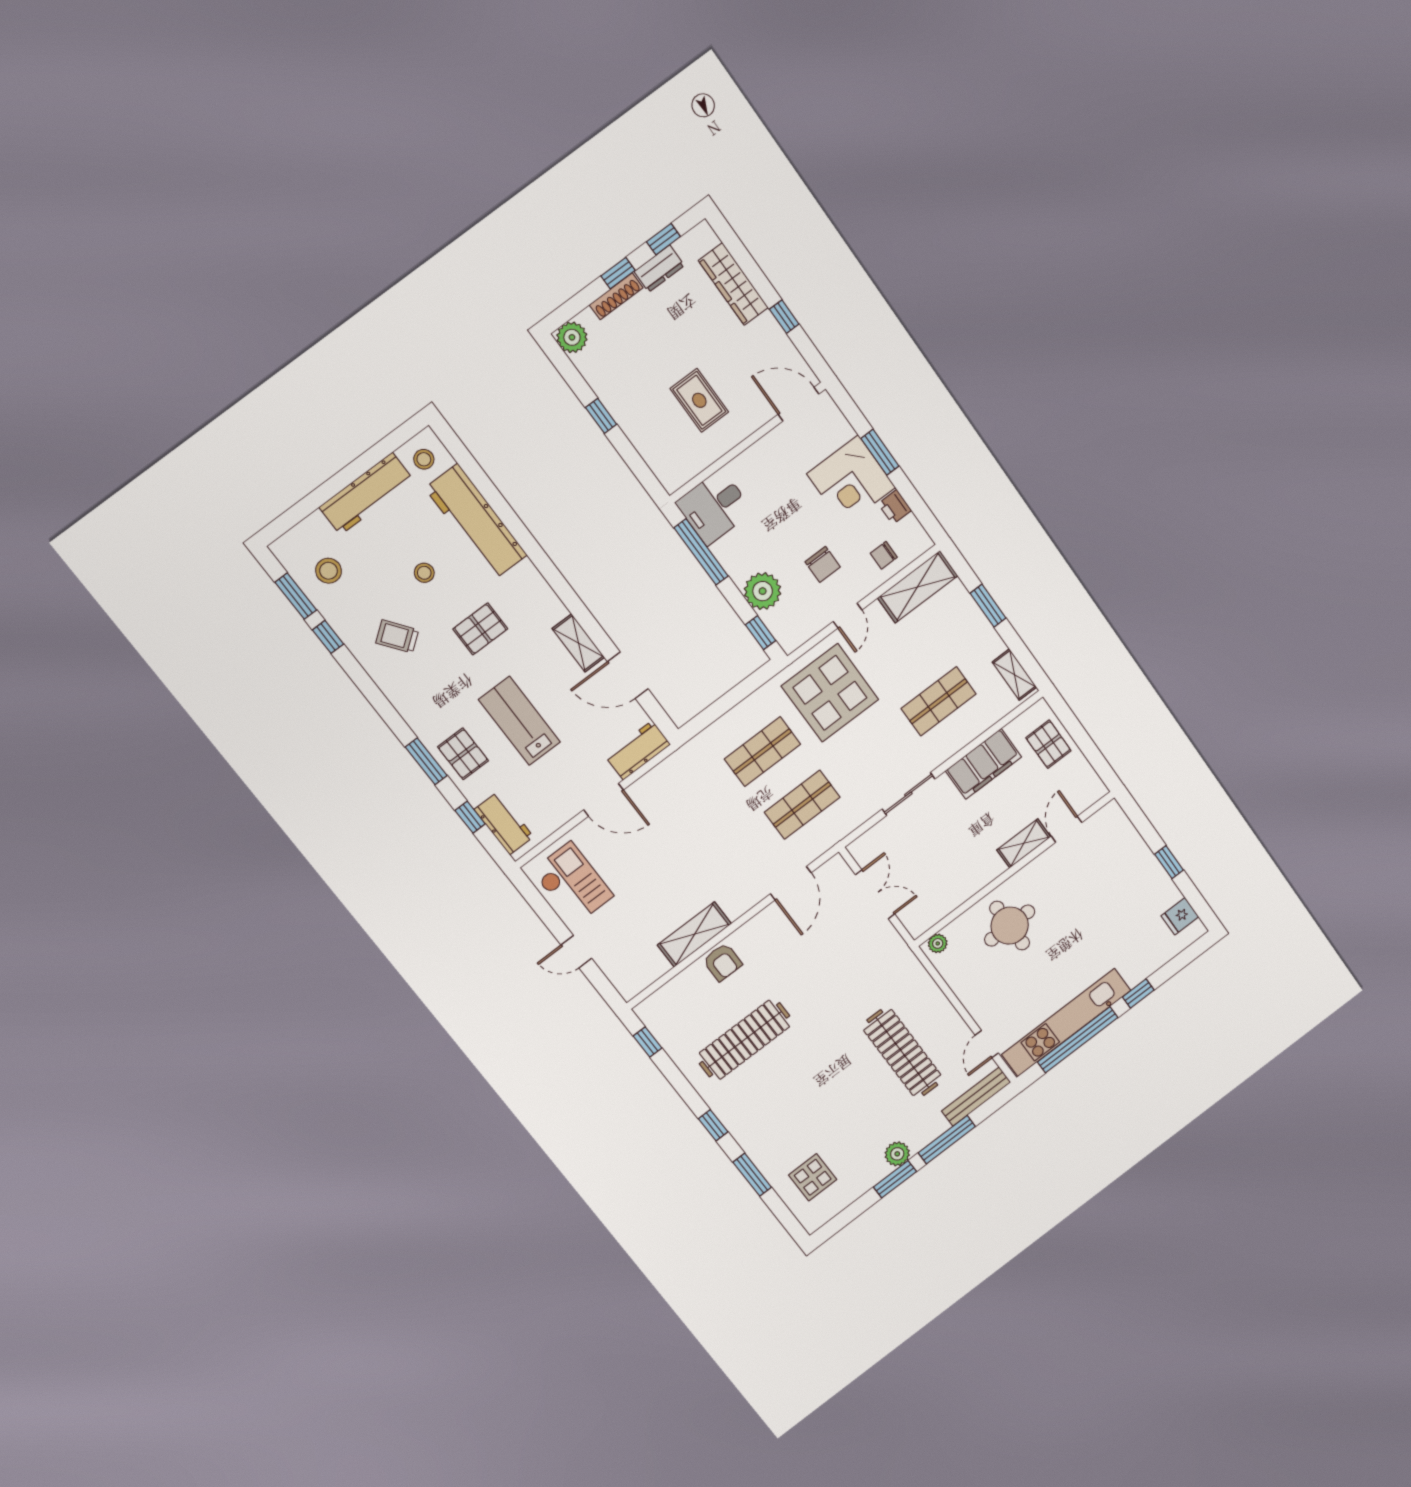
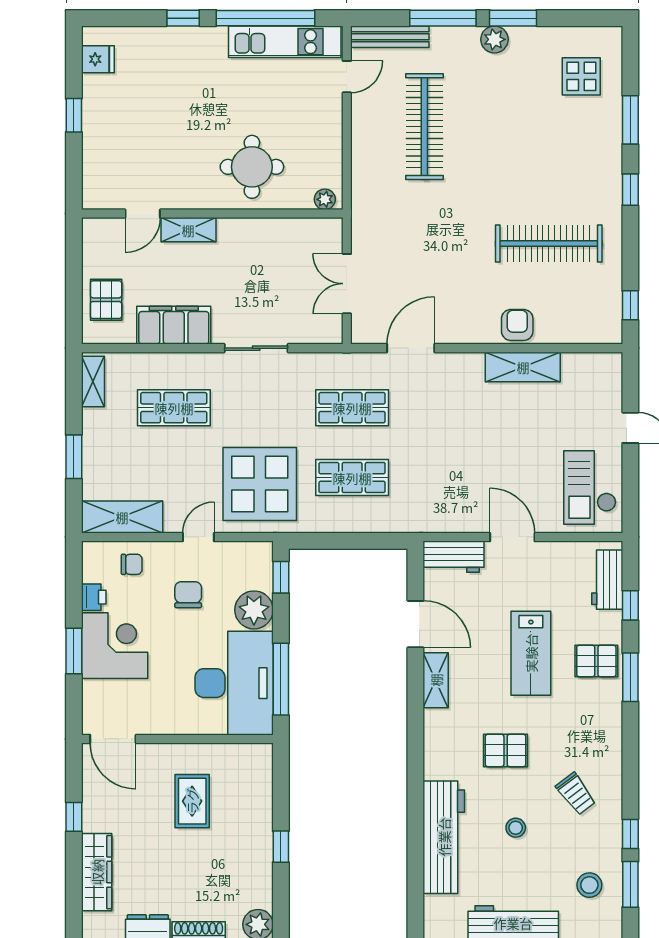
stool: (424, 459) -> (448, 916), removed
desk: (714, 507) -> (234, 683), width x1.87, depth x1.30
pallet: (463, 754) -> (596, 661), turned 90
kitchen unit: (1066, 1022) -> (285, 42), width x0.73

